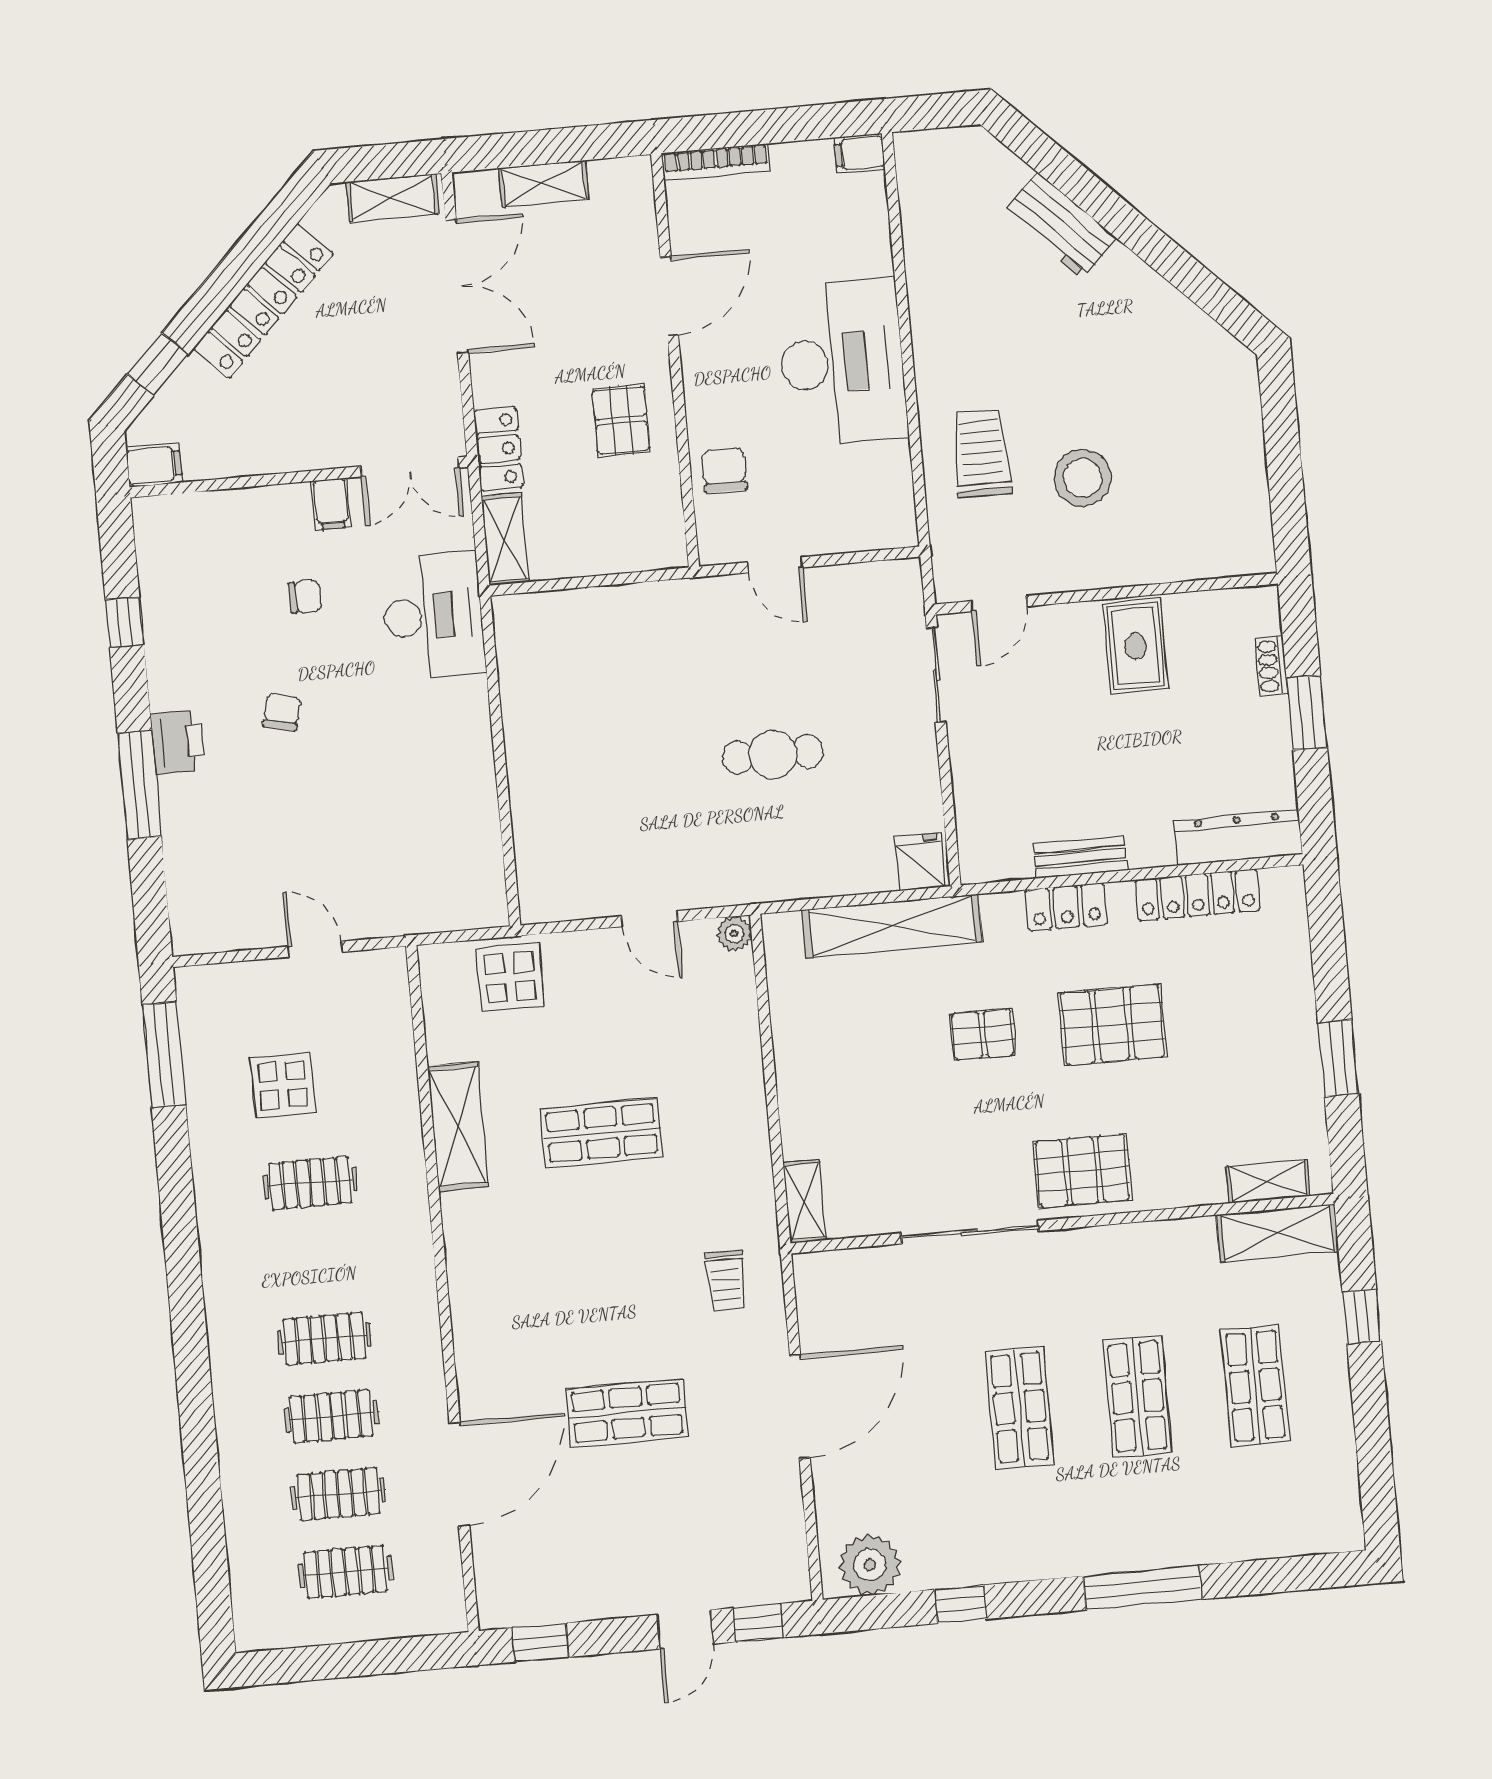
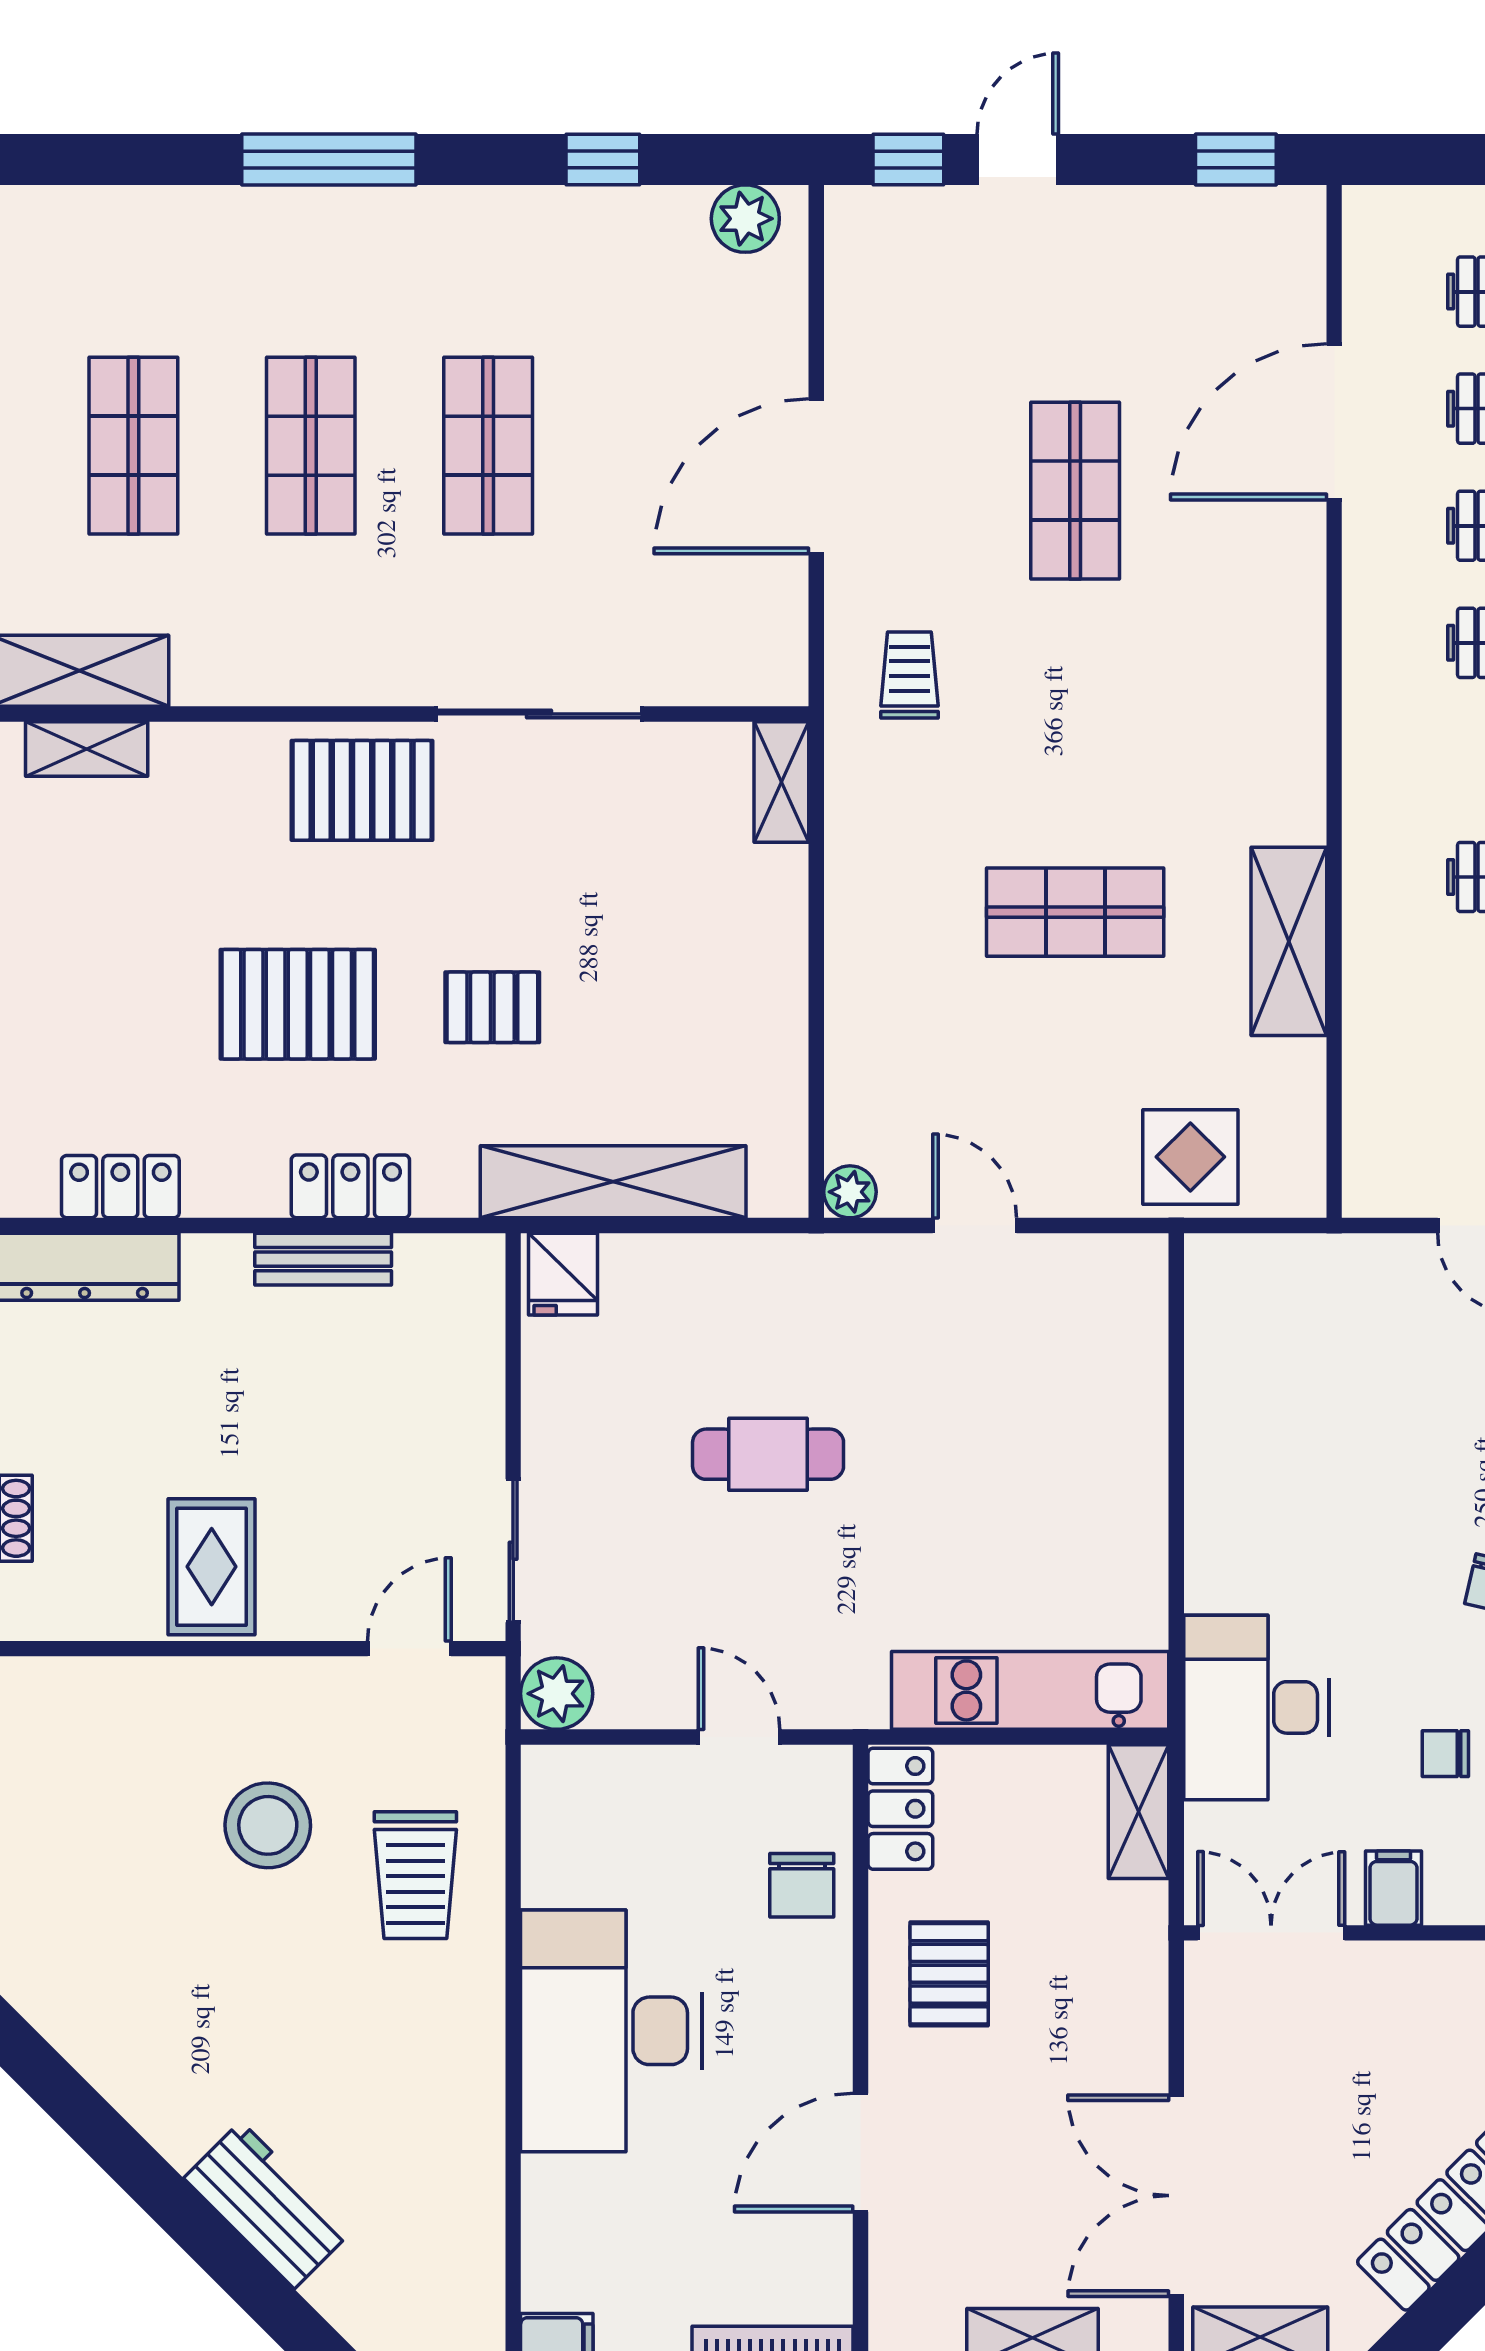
locker: (498, 449) -> (900, 1809), moved, turned 180
plant: (899, 583) -> (557, 1694), added
kitchen unit: (584, 613) -> (1030, 1690), added
locker: (1197, 895) -> (120, 1187), width x0.66
shop shelf: (627, 1413) -> (1075, 491), turned 90
plant: (870, 1565) -> (745, 219), width x0.73, depth x0.73

